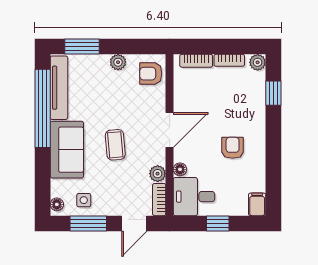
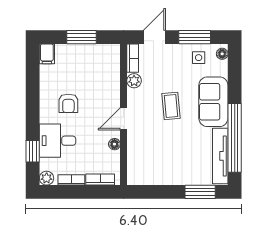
plant: (118, 62) -> (169, 178), removed
armchair: (151, 74) -> (140, 168), removed
door: (170, 130) -> (124, 119), width x0.73
floor lamp: (180, 169) -> (114, 144), moved
desk: (194, 197) -> (57, 141), moved, turned 180
window: (218, 223) -> (81, 37), width x1.50

